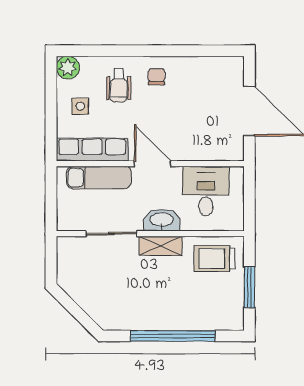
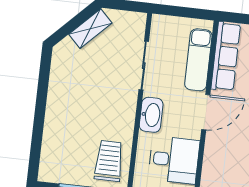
shelving: (161, 246) -> (90, 29), moved, turned 45
window: (173, 336) -> (40, 113), removed

